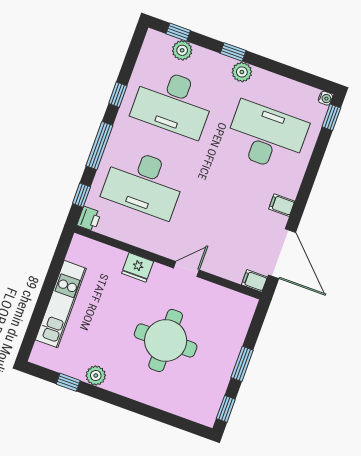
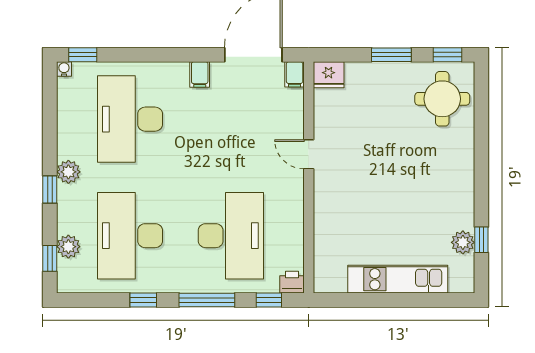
desk: (173, 103) -> (130, 236), turned 180
fridge: (138, 267) -> (329, 75), moved, turned 90
round table: (166, 340) -> (442, 99), moved, width x0.73, depth x0.73
plant: (96, 376) -> (463, 242), moved

